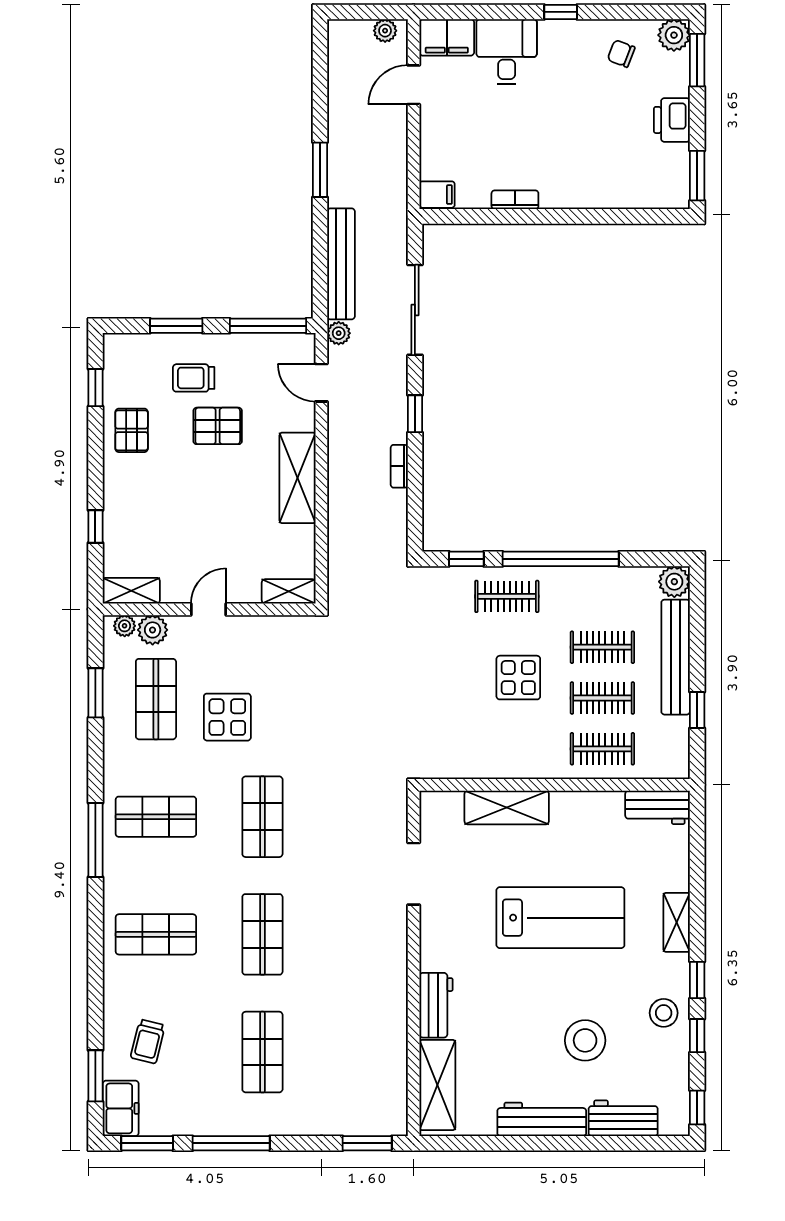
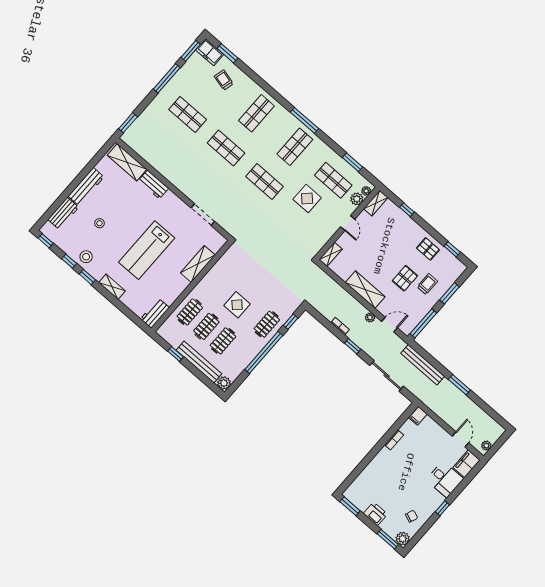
plant: (339, 333) -> (370, 317), moved
stool: (585, 1040) -> (99, 223), width x0.53, depth x0.53

